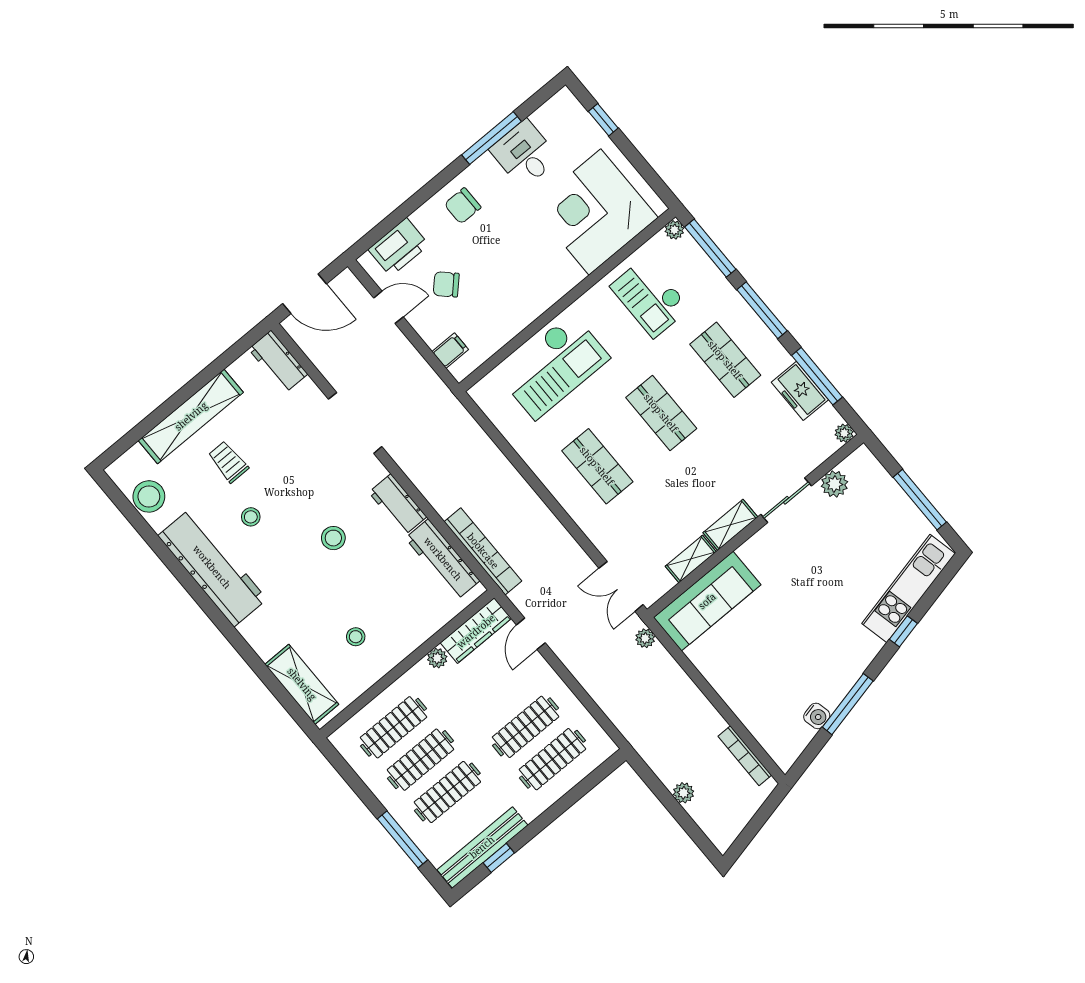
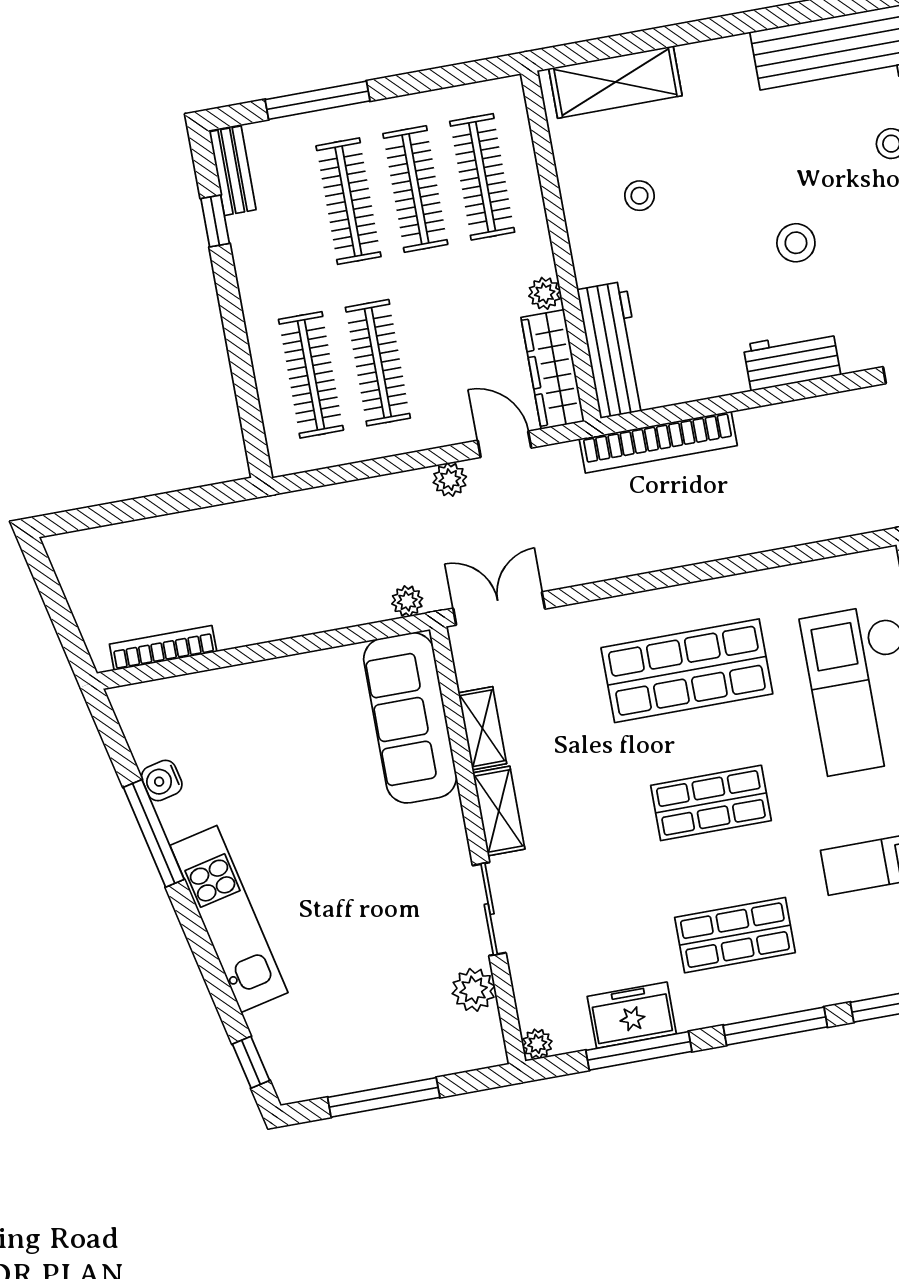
shop shelf: (597, 466) -> (687, 671), width x1.43, depth x1.36
workbench: (443, 559) -> (613, 350), moved, turned 90
kitchen unit: (908, 588) -> (229, 919), moved
window: (903, 631) -> (251, 1062), moved
plant: (684, 793) -> (450, 480), moved
bench: (482, 847) -> (233, 171), width x0.54, depth x0.82

